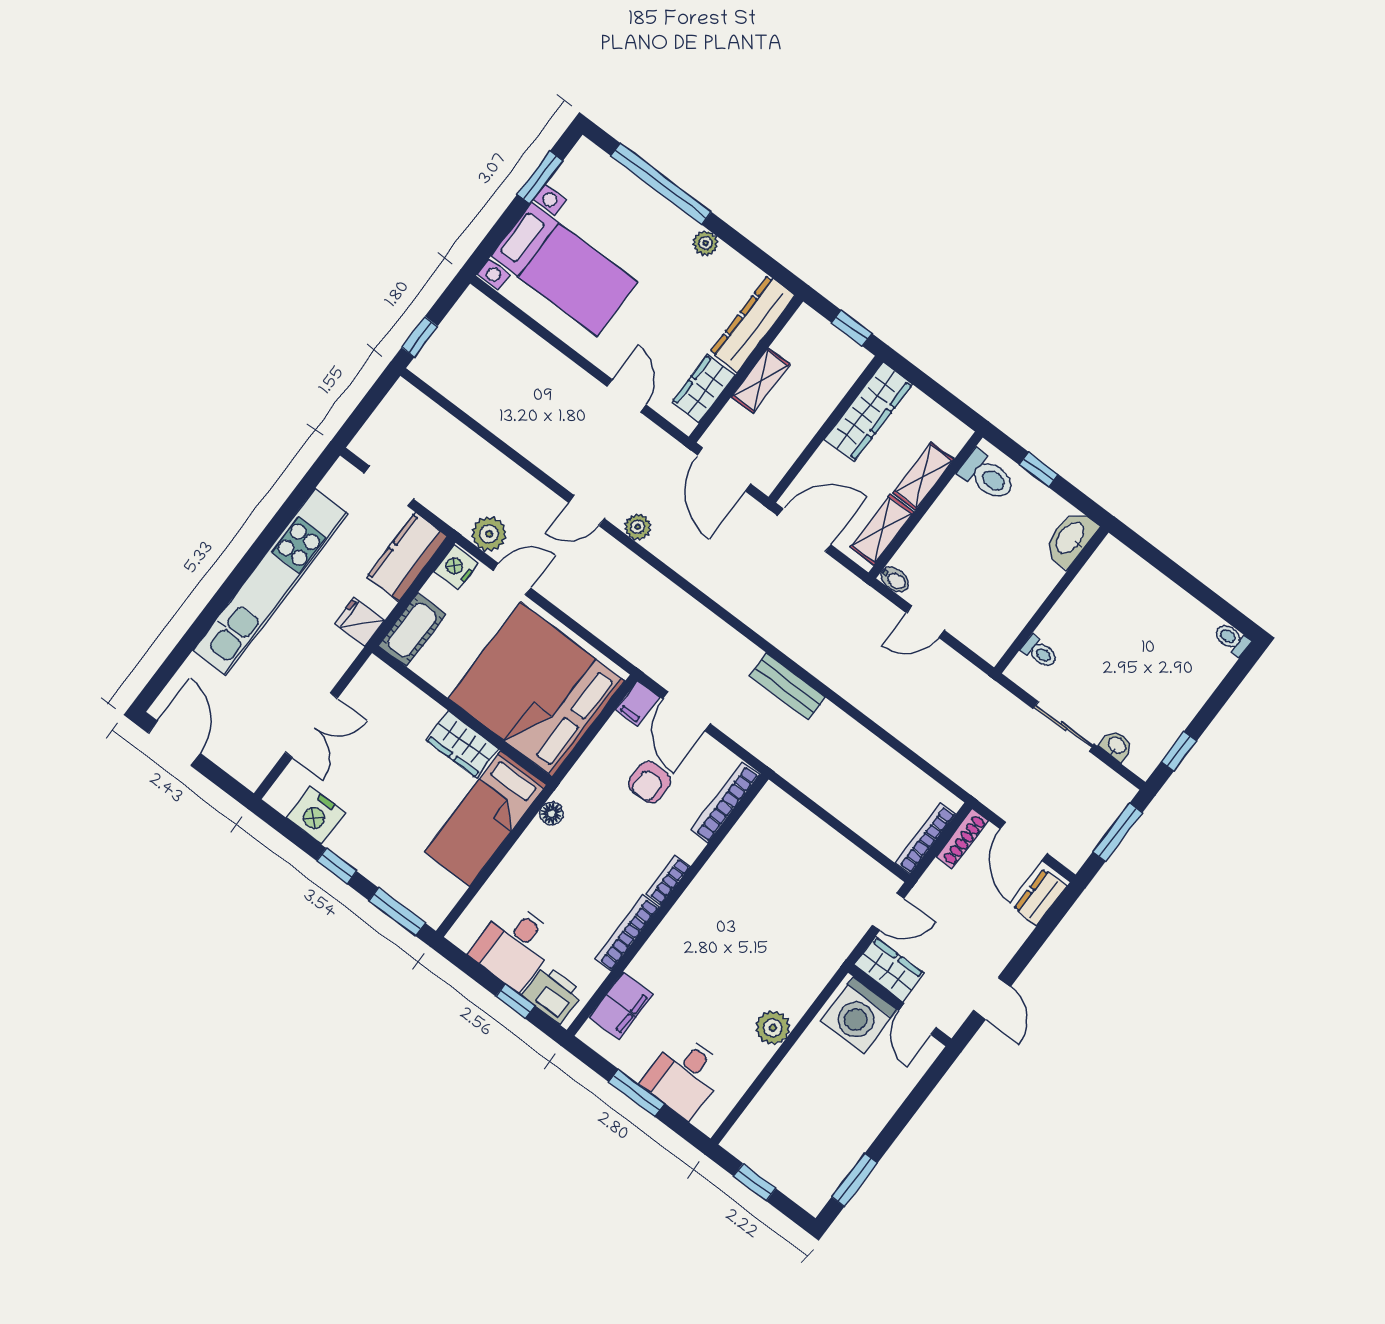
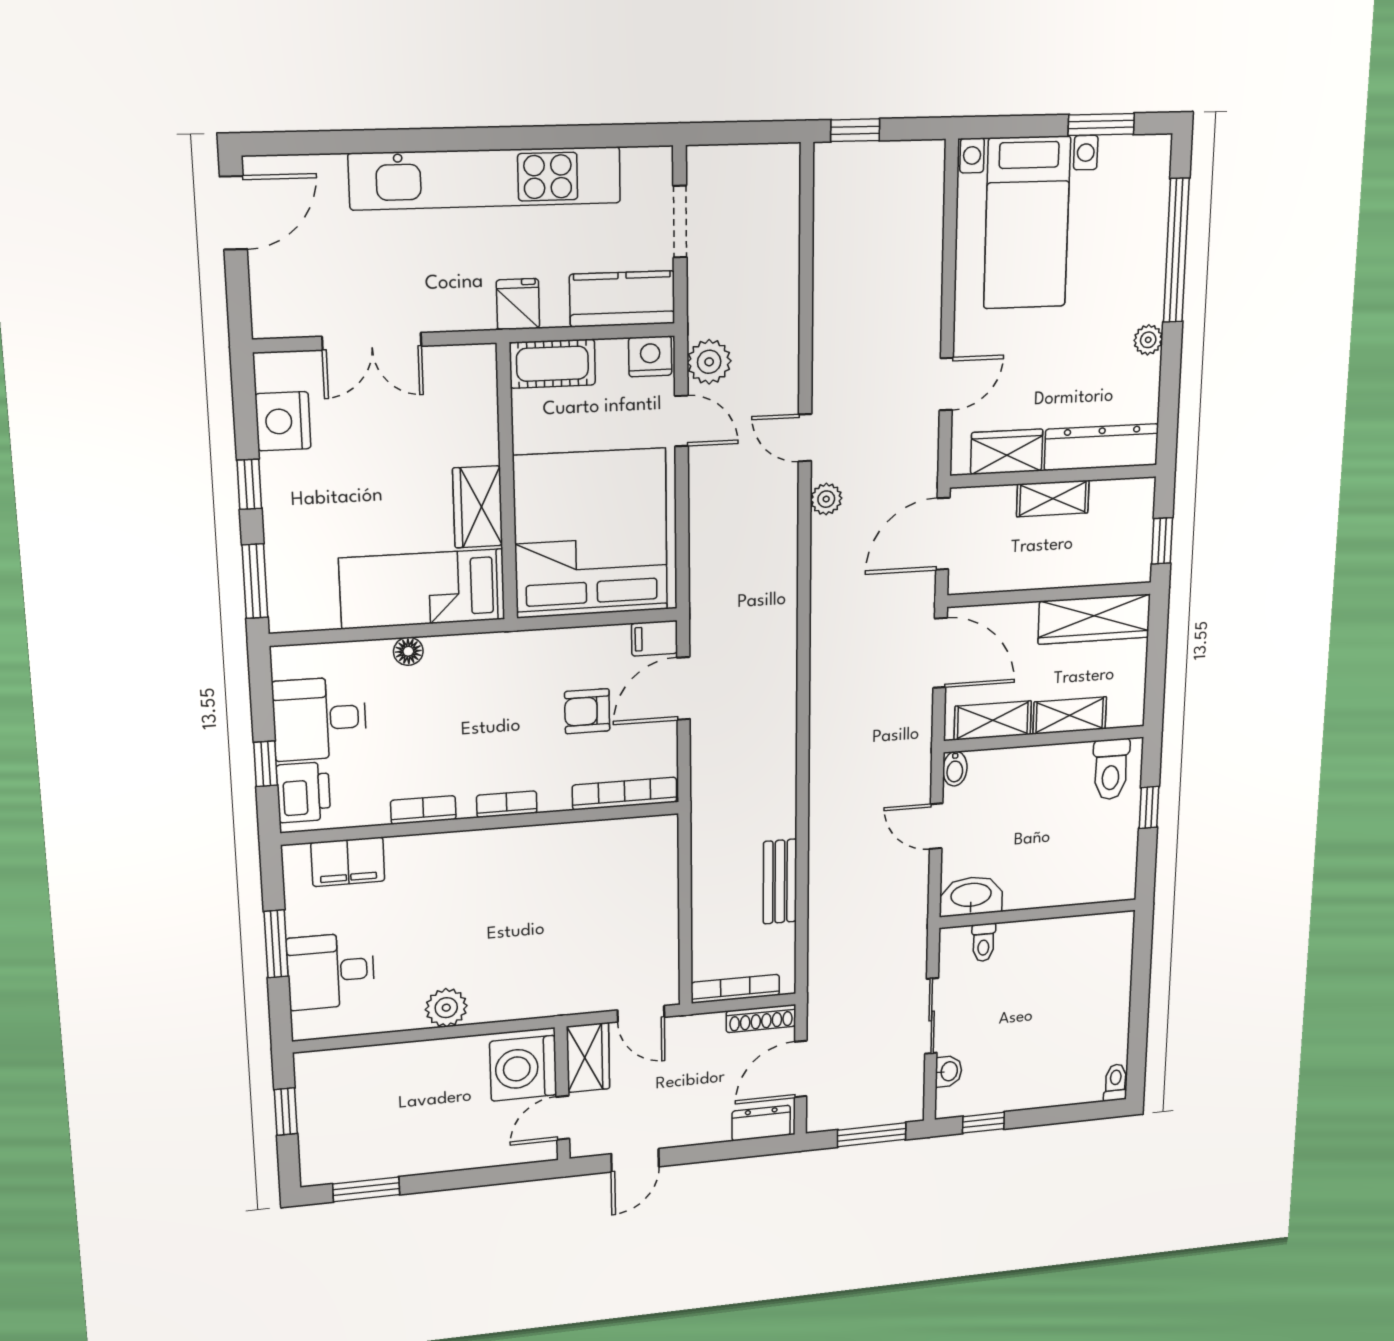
washbasin: (1071, 538) -> (971, 896), moved
bench: (787, 686) -> (780, 882), moved
floor lamp: (551, 813) -> (408, 651), moved
bookcase: (627, 933) -> (423, 810), width x0.64

